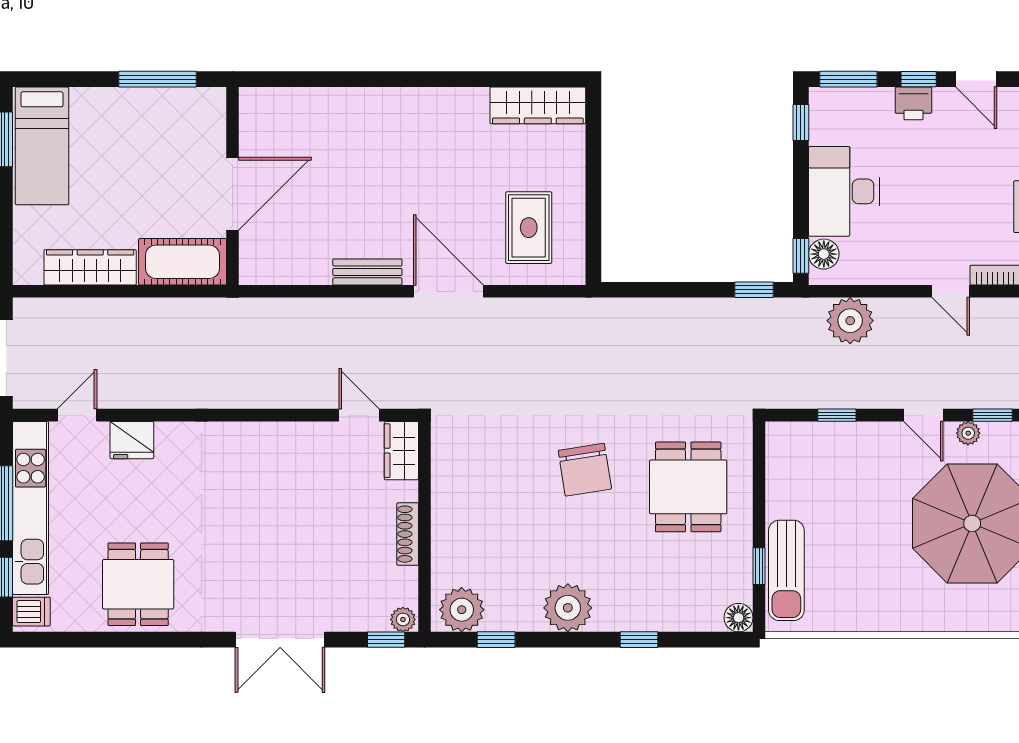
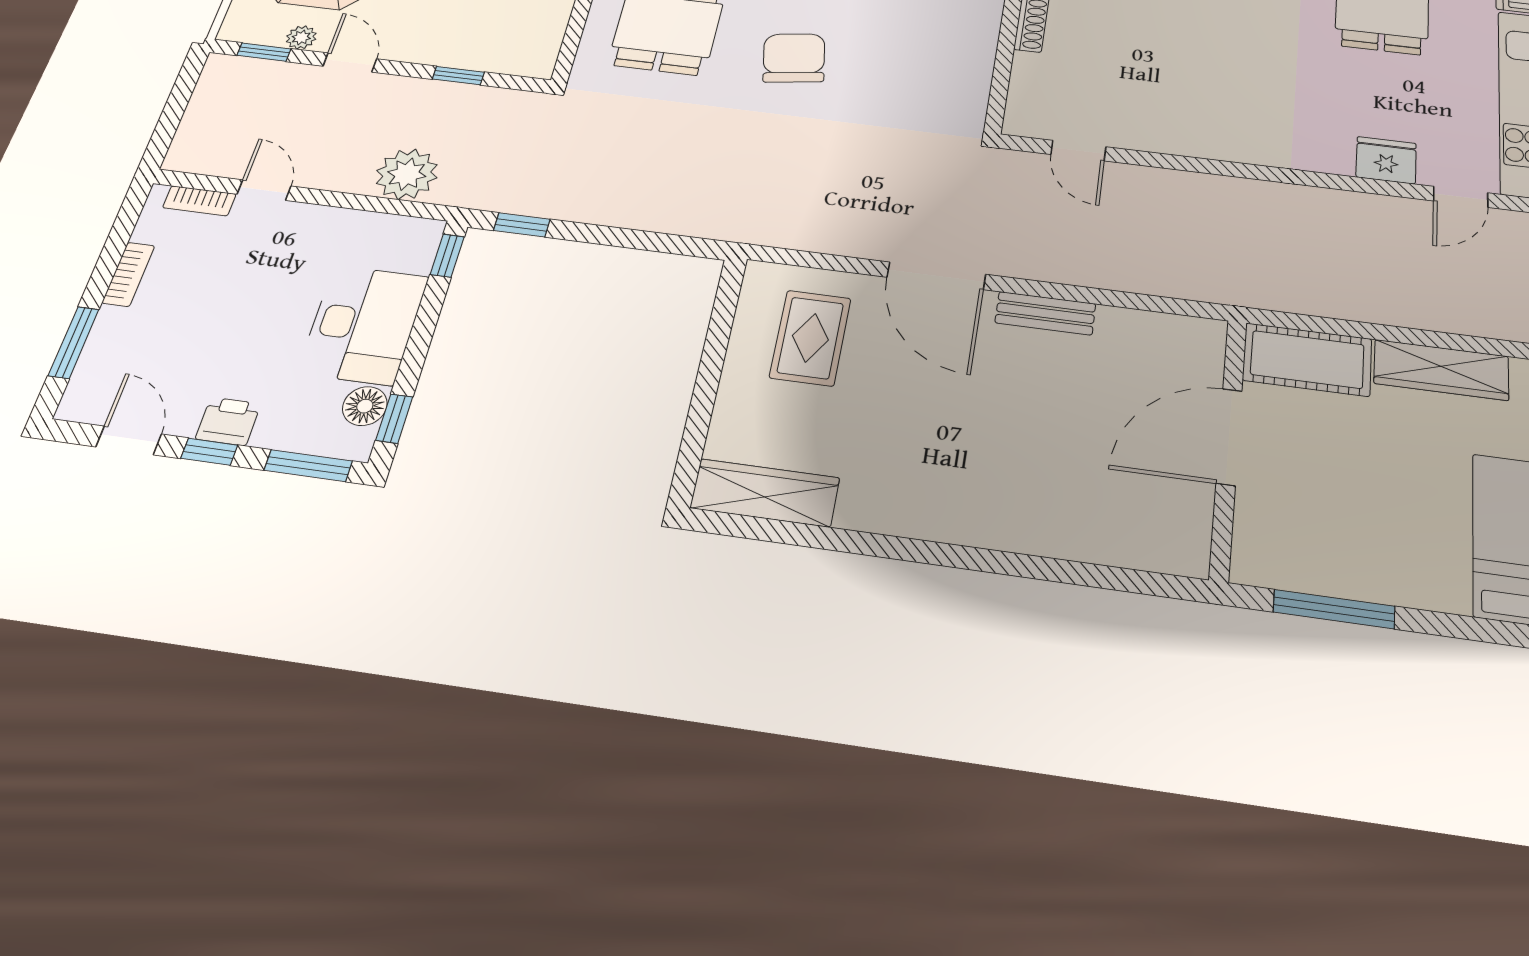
floor lamp: (824, 254) -> (365, 406), moved
wardrobe: (401, 451) -> (1027, 106), removed

